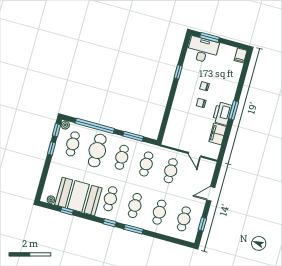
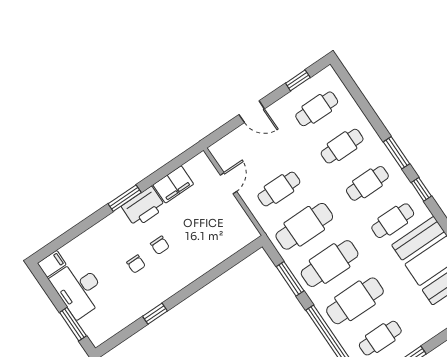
desk: (203, 50) -> (79, 289), moved
cafe table: (122, 157) -> (330, 264), width x1.37, depth x1.35
cafe table: (146, 164) -> (304, 226), width x1.37, depth x1.35

